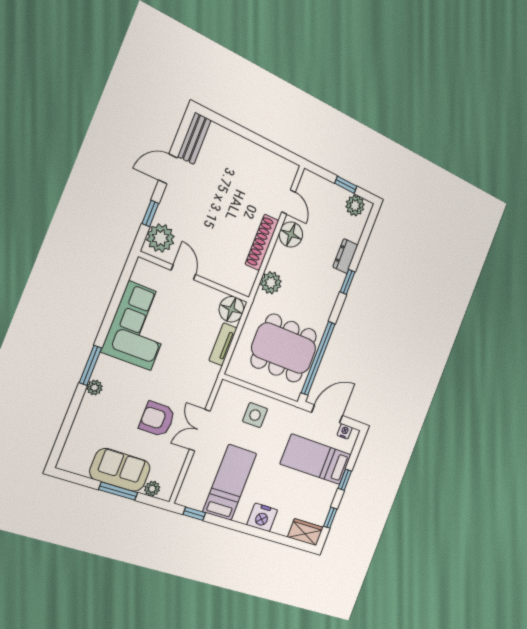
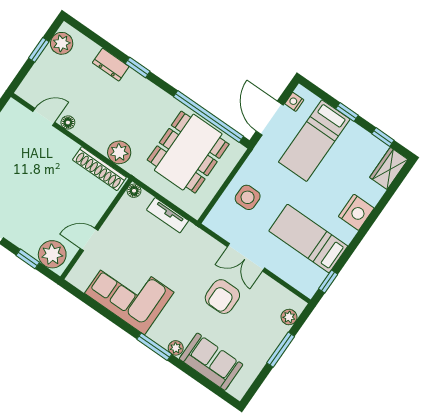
floor lamp: (291, 234) -> (68, 122), width x0.53, depth x0.53
shoe rack: (262, 242) -> (99, 169), moved
floor lamp: (231, 309) -> (134, 191), width x0.53, depth x0.53
sofa: (120, 470) -> (211, 362), moved, turned 90

